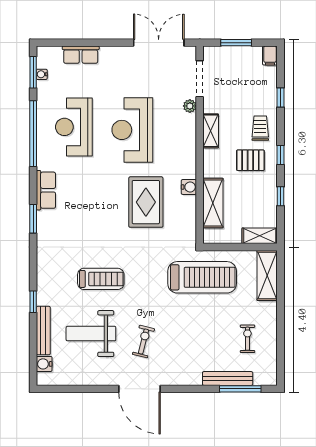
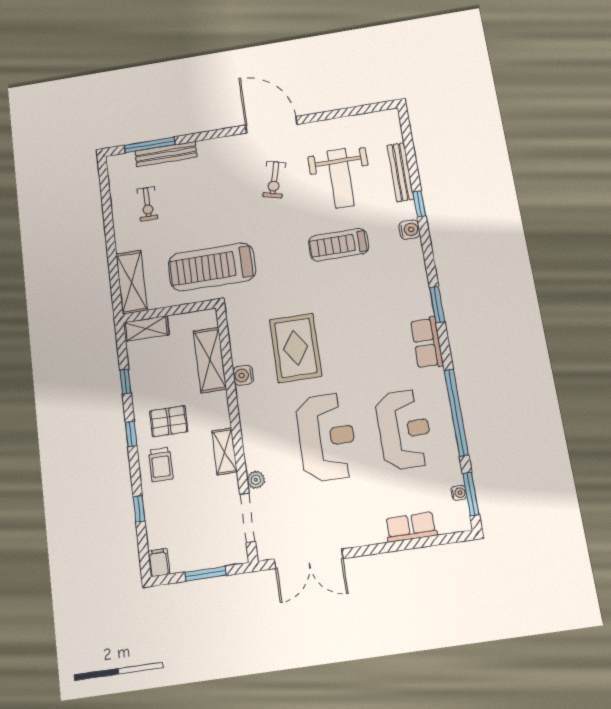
weight bench: (91, 334) -> (341, 178), turned 90
water cooler: (44, 364) -> (410, 230), moved

